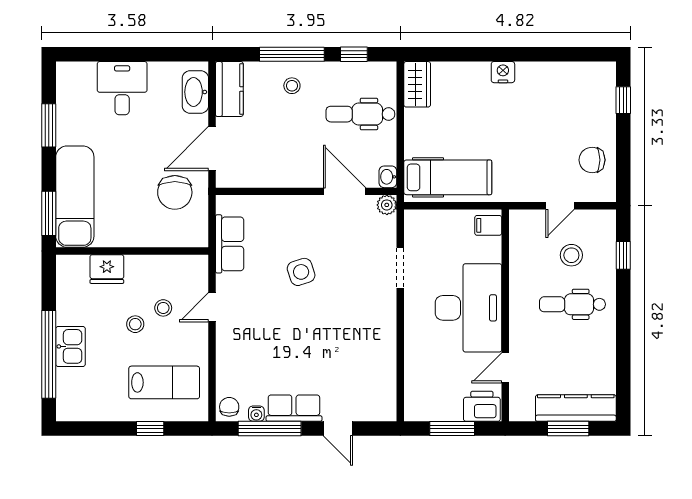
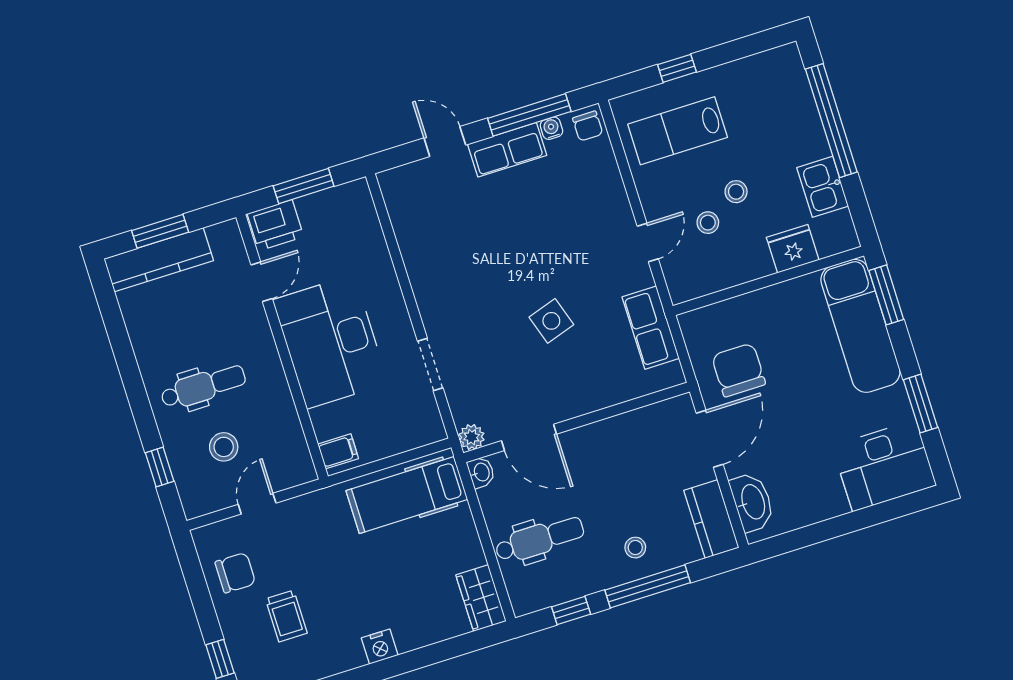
desk: (122, 88) -> (884, 466), moved, width x1.37
trolley: (565, 116) -> (286, 616), added
kitchen sink: (70, 346) -> (823, 187), moved

